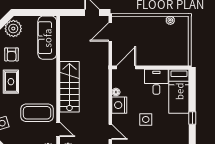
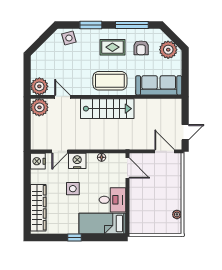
armchair: (12, 54) -> (141, 48), turned -90
nightstand: (119, 105) -> (77, 161), moved
coffee table: (37, 113) -> (110, 81), moved, turned 90
door: (58, 129) -> (62, 97), swing flipped

